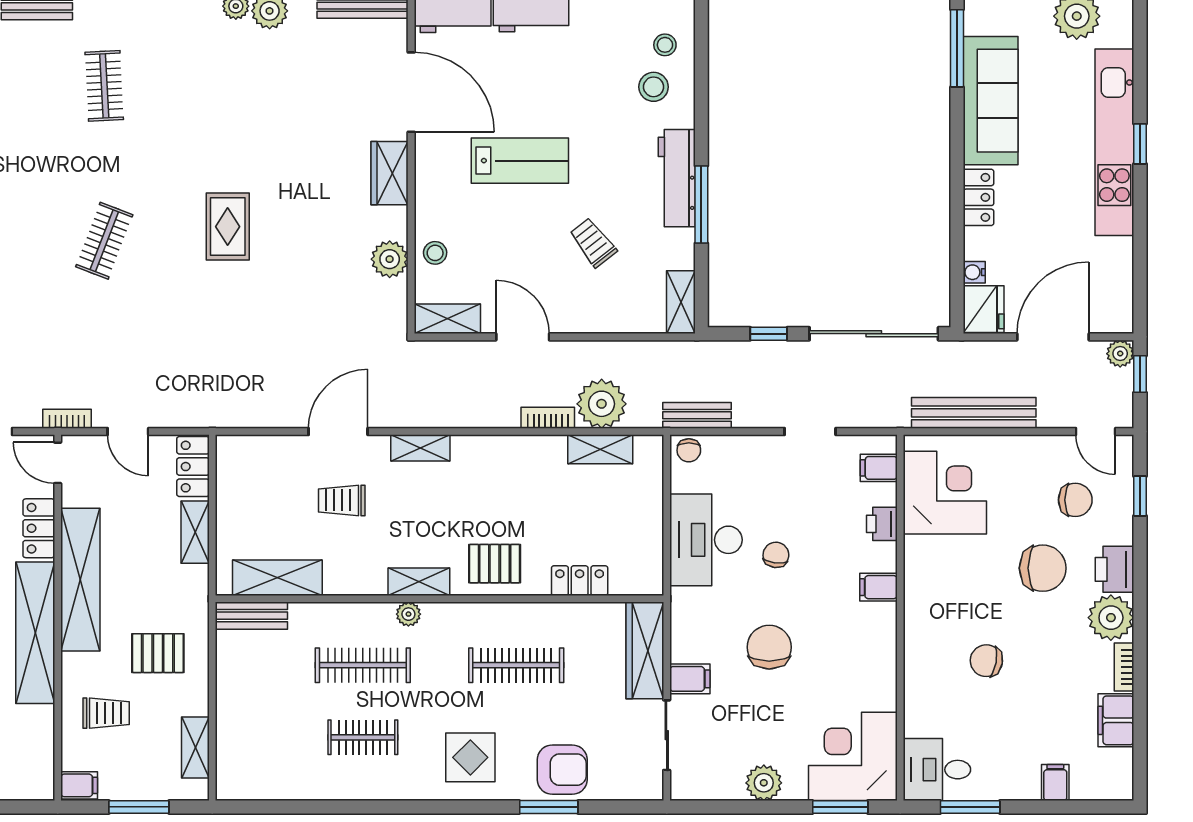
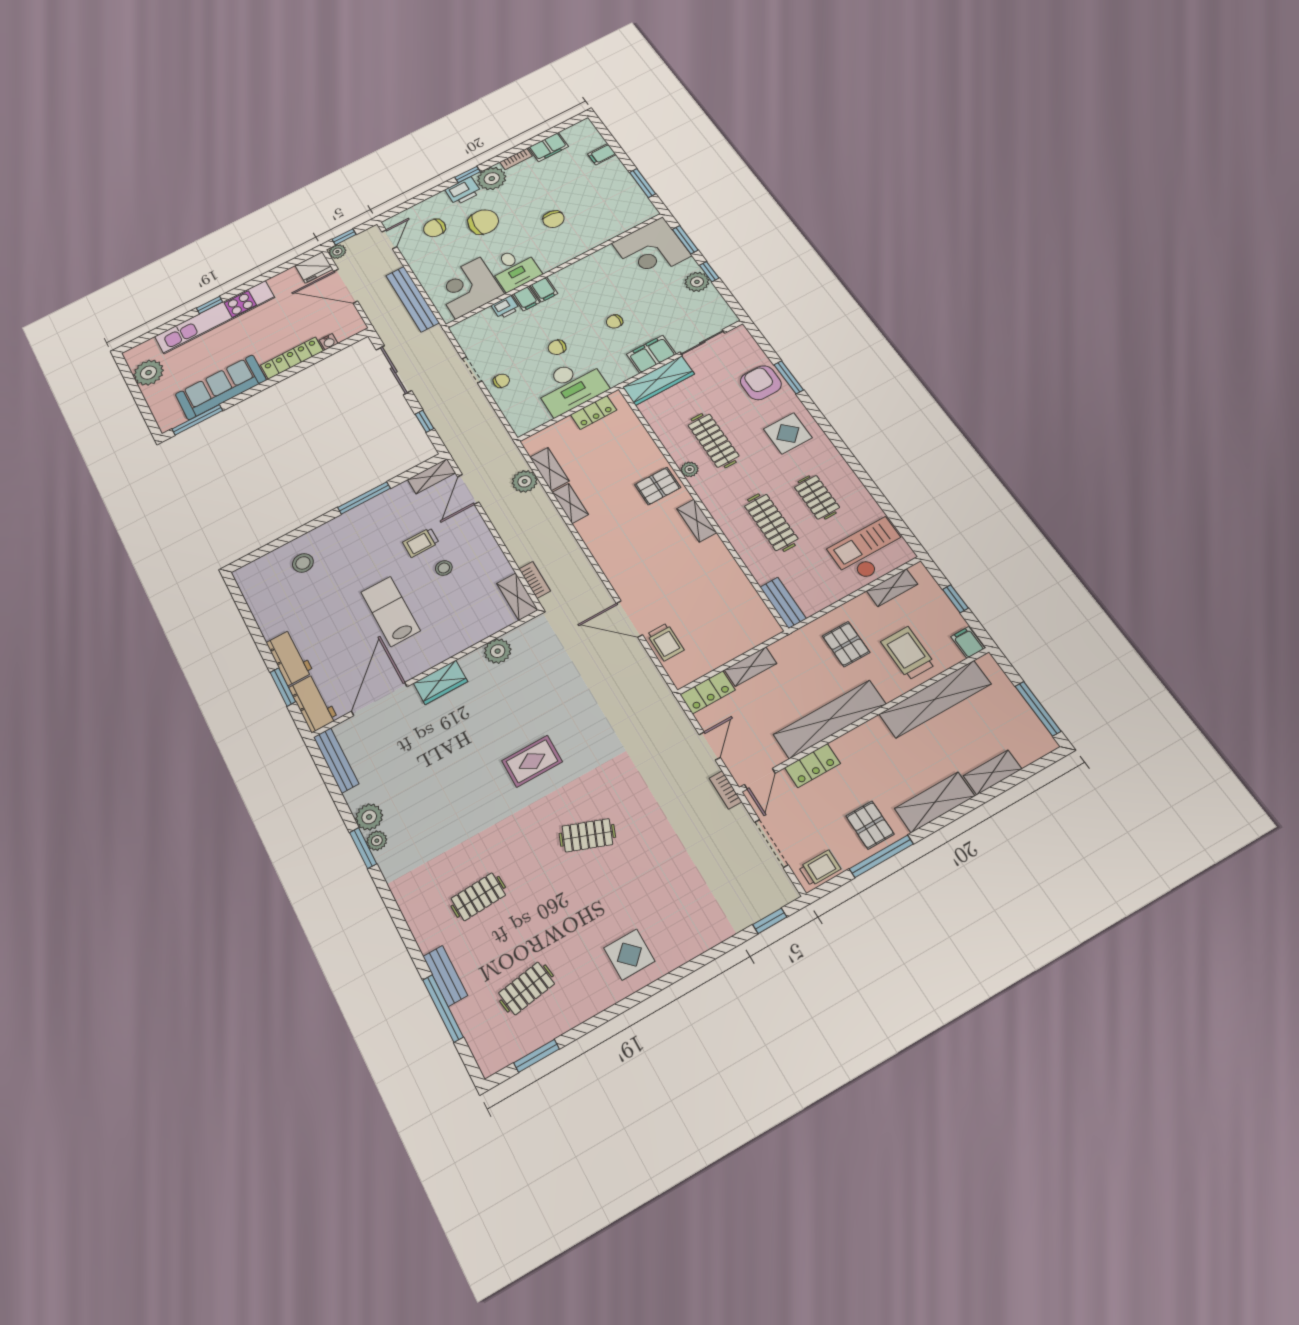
stool: (665, 45) -> (273, 571), removed
workbench: (677, 178) -> (355, 520), removed
locker: (978, 197) -> (292, 358), width x1.53
trolley: (593, 243) -> (421, 543), turned 38
stool: (435, 253) -> (444, 568), moved
fridge: (984, 309) -> (314, 267), moved, turned 180
sliding door: (874, 334) -> (394, 370), width x0.73
door: (523, 337) -> (468, 489), moved
plant: (602, 404) -> (525, 481), width x0.73, depth x0.73
bench: (697, 415) -> (497, 431), removed
bookcase: (548, 418) -> (535, 580), moved, turned 180
shelving: (420, 448) -> (570, 503), moved
chair: (689, 450) -> (501, 381), moved
filing cabinet: (879, 468) -> (526, 299), moved
window: (1140, 496) -> (468, 174), moved
trolley: (342, 500) -> (665, 642), moved
chair: (1075, 500) -> (435, 228), turned -90
pallet: (495, 564) -> (658, 486), turned 90
chair: (1043, 568) -> (483, 222), turned 92
shelving: (277, 578) -> (748, 602), removed
locker: (580, 581) -> (594, 412), moved, turned -90
plant: (408, 614) -> (690, 469), moved
shelving: (35, 633) -> (935, 699), moved
chair: (769, 647) -> (615, 322), width x0.54, depth x0.54
filing cabinet: (690, 679) -> (651, 354), width x2.00
trolley: (106, 713) -> (908, 653), width x1.36, depth x1.39
checkout: (257, 752) -> (869, 551), added
desk: (937, 770) -> (515, 269), moved
window: (139, 807) -> (955, 599), width x0.67
window: (770, 807) -> (709, 272), added

